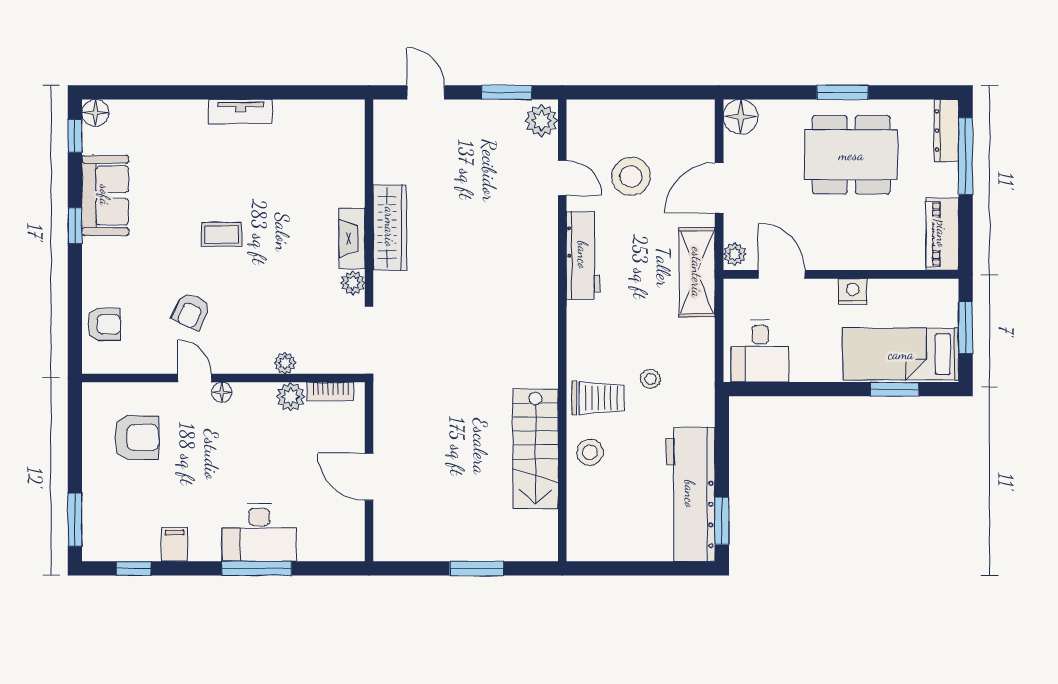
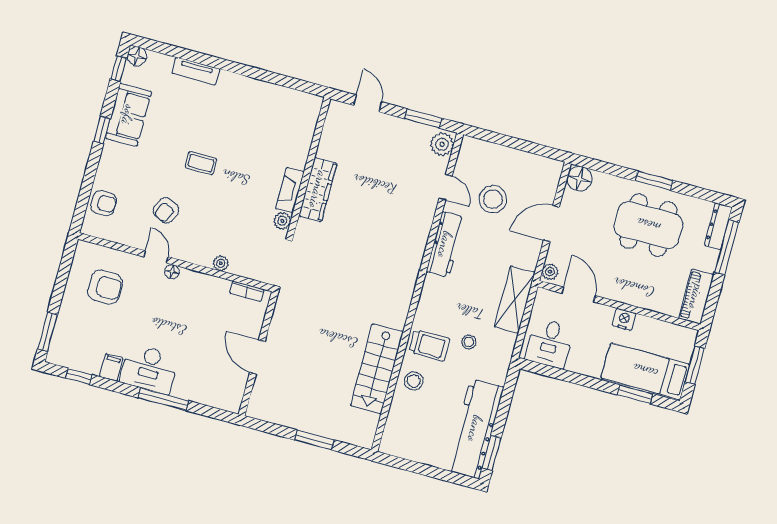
tv unit: (241, 112) -> (196, 71), moved
shelving: (697, 272) -> (515, 300), moved
plant: (291, 397) -> (218, 287), removed
desk: (259, 533) -> (149, 369), moved

